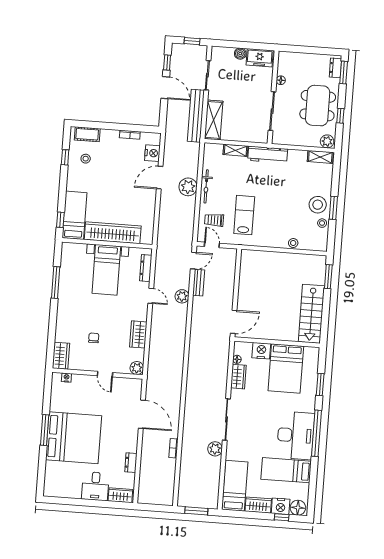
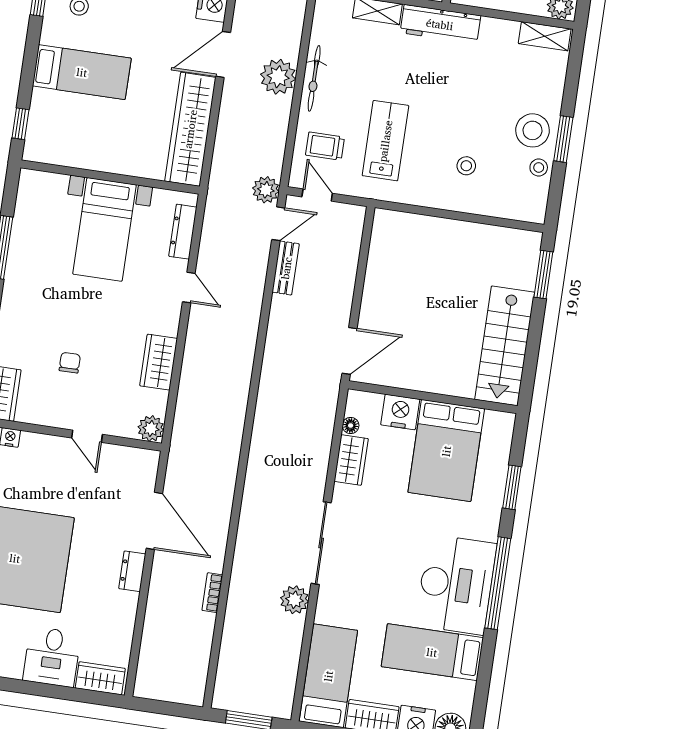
bed: (74, 215) -> (82, 72), moved, turned 90
wardrobe: (113, 233) -> (190, 129), moved, turned -90
stool: (293, 243) -> (466, 166), moved
plant: (182, 296) -> (266, 190), moved
dresser: (131, 463) -> (132, 571), moved

